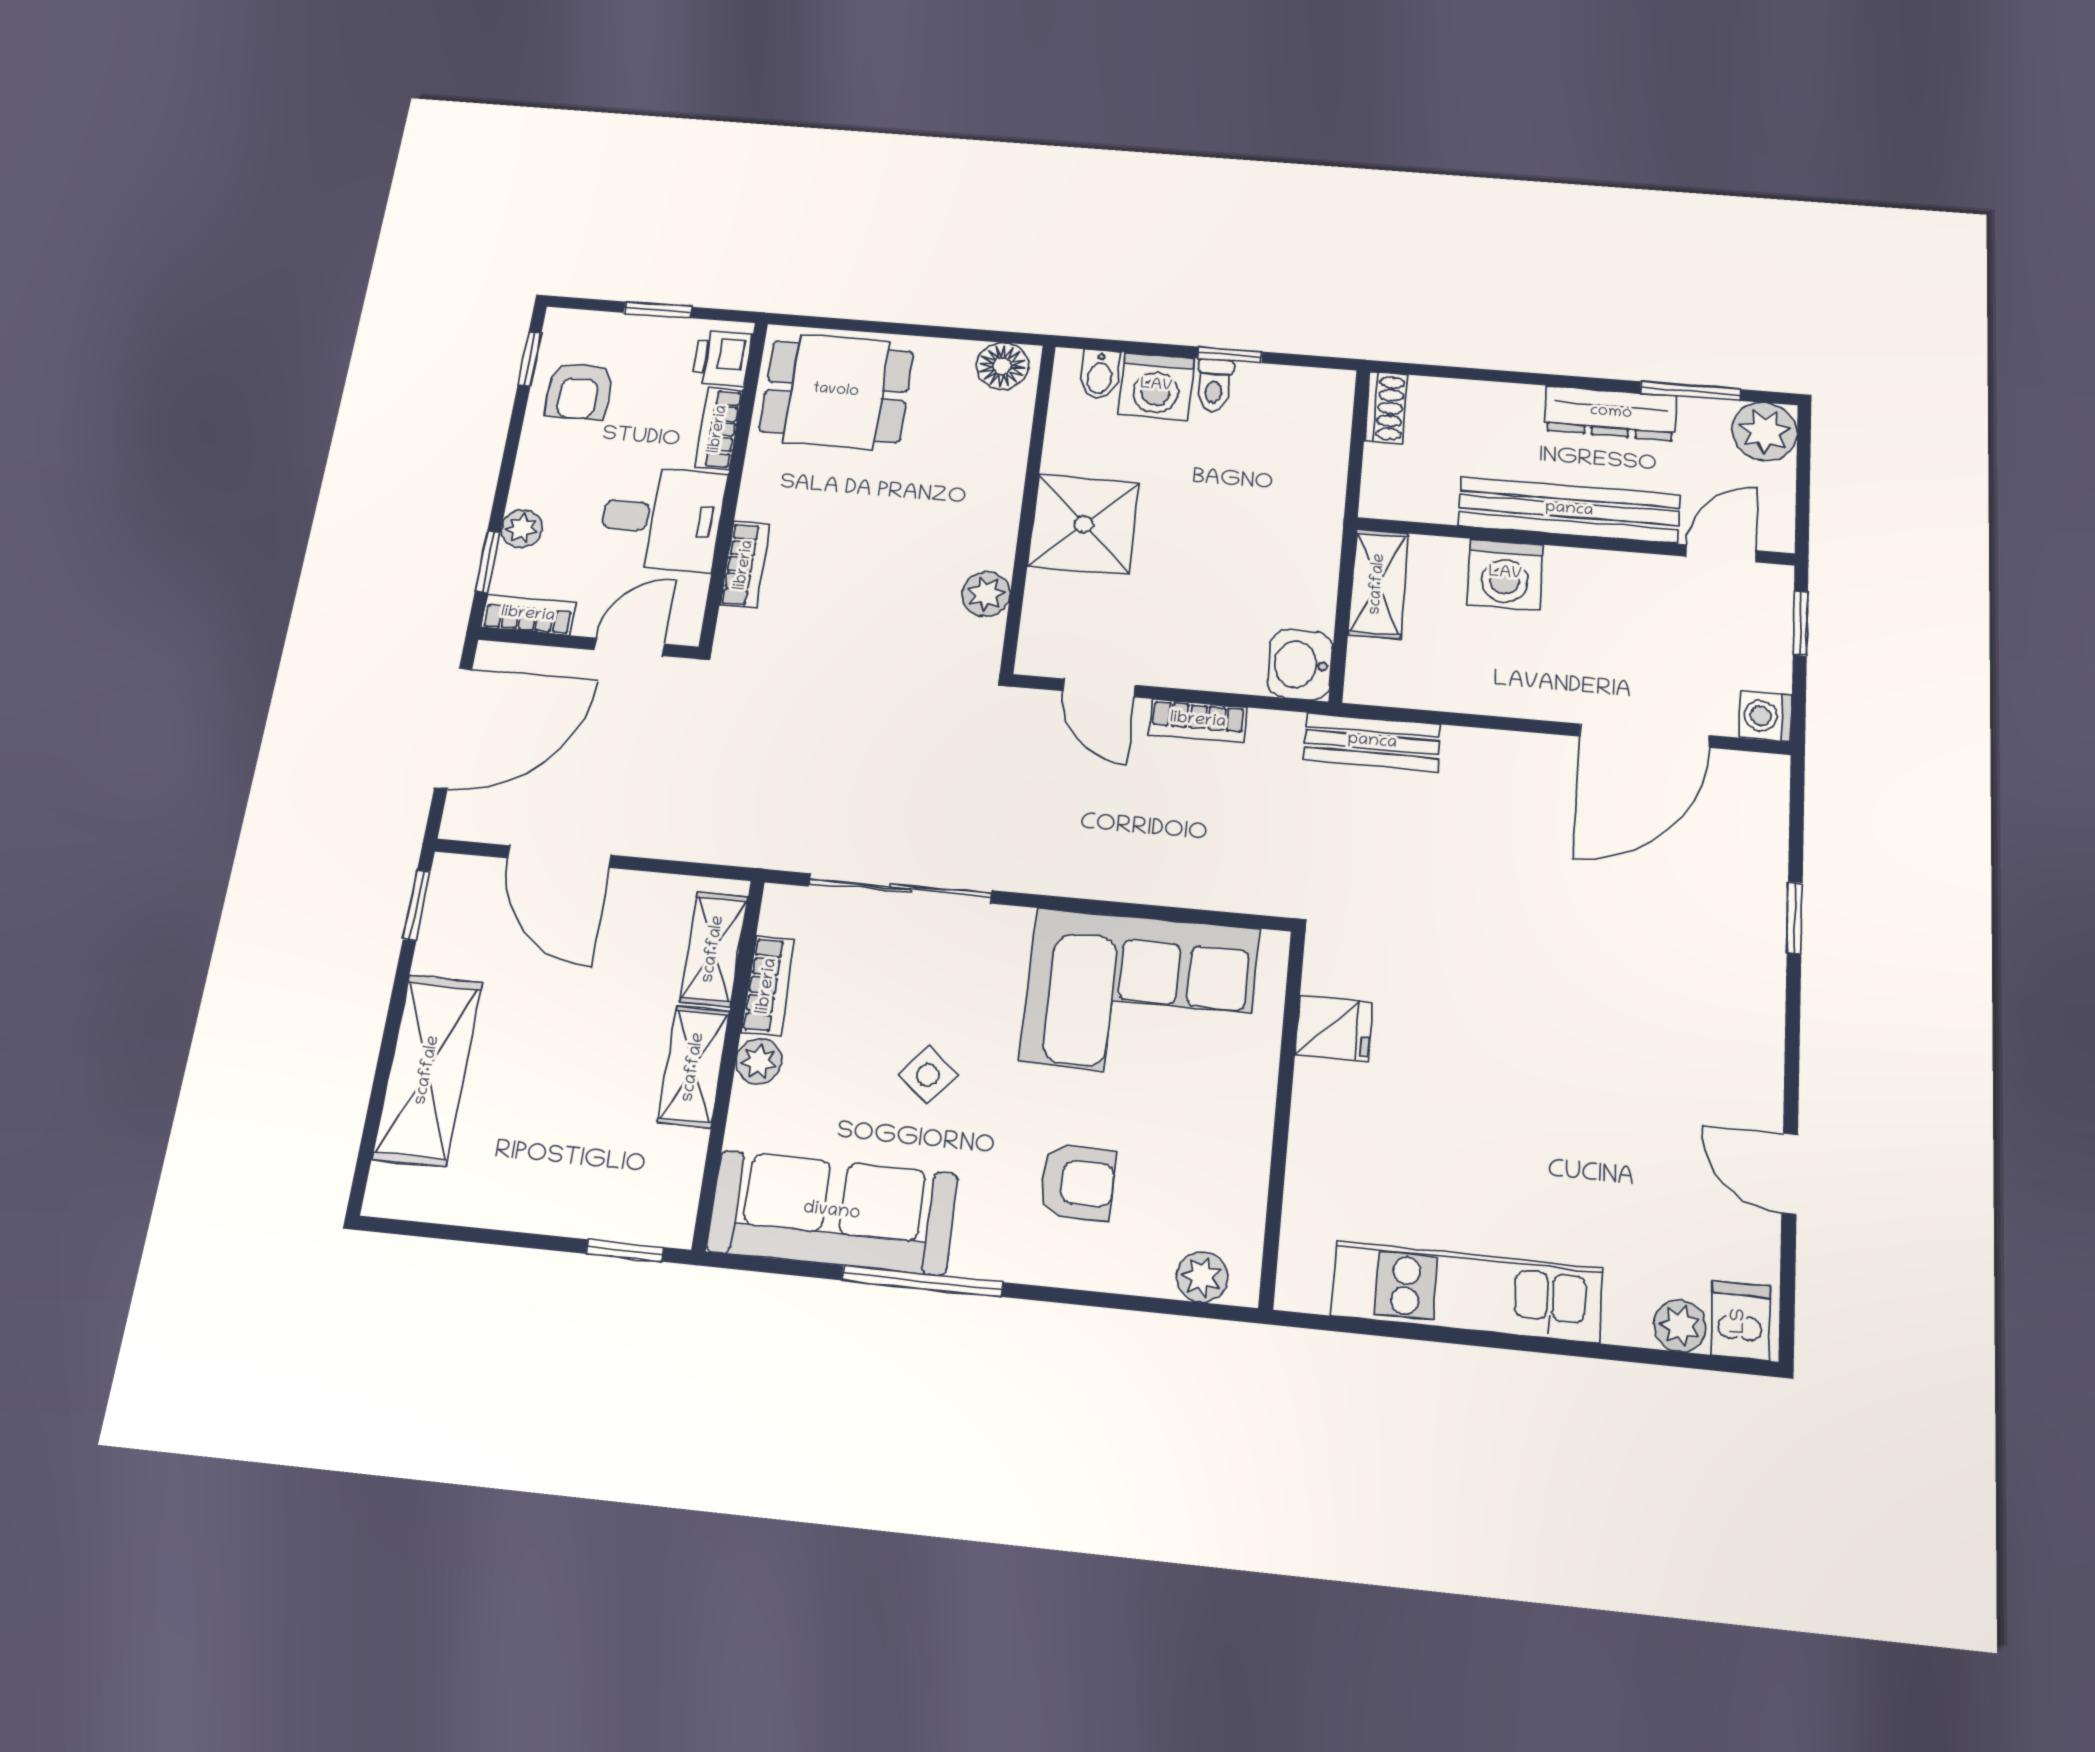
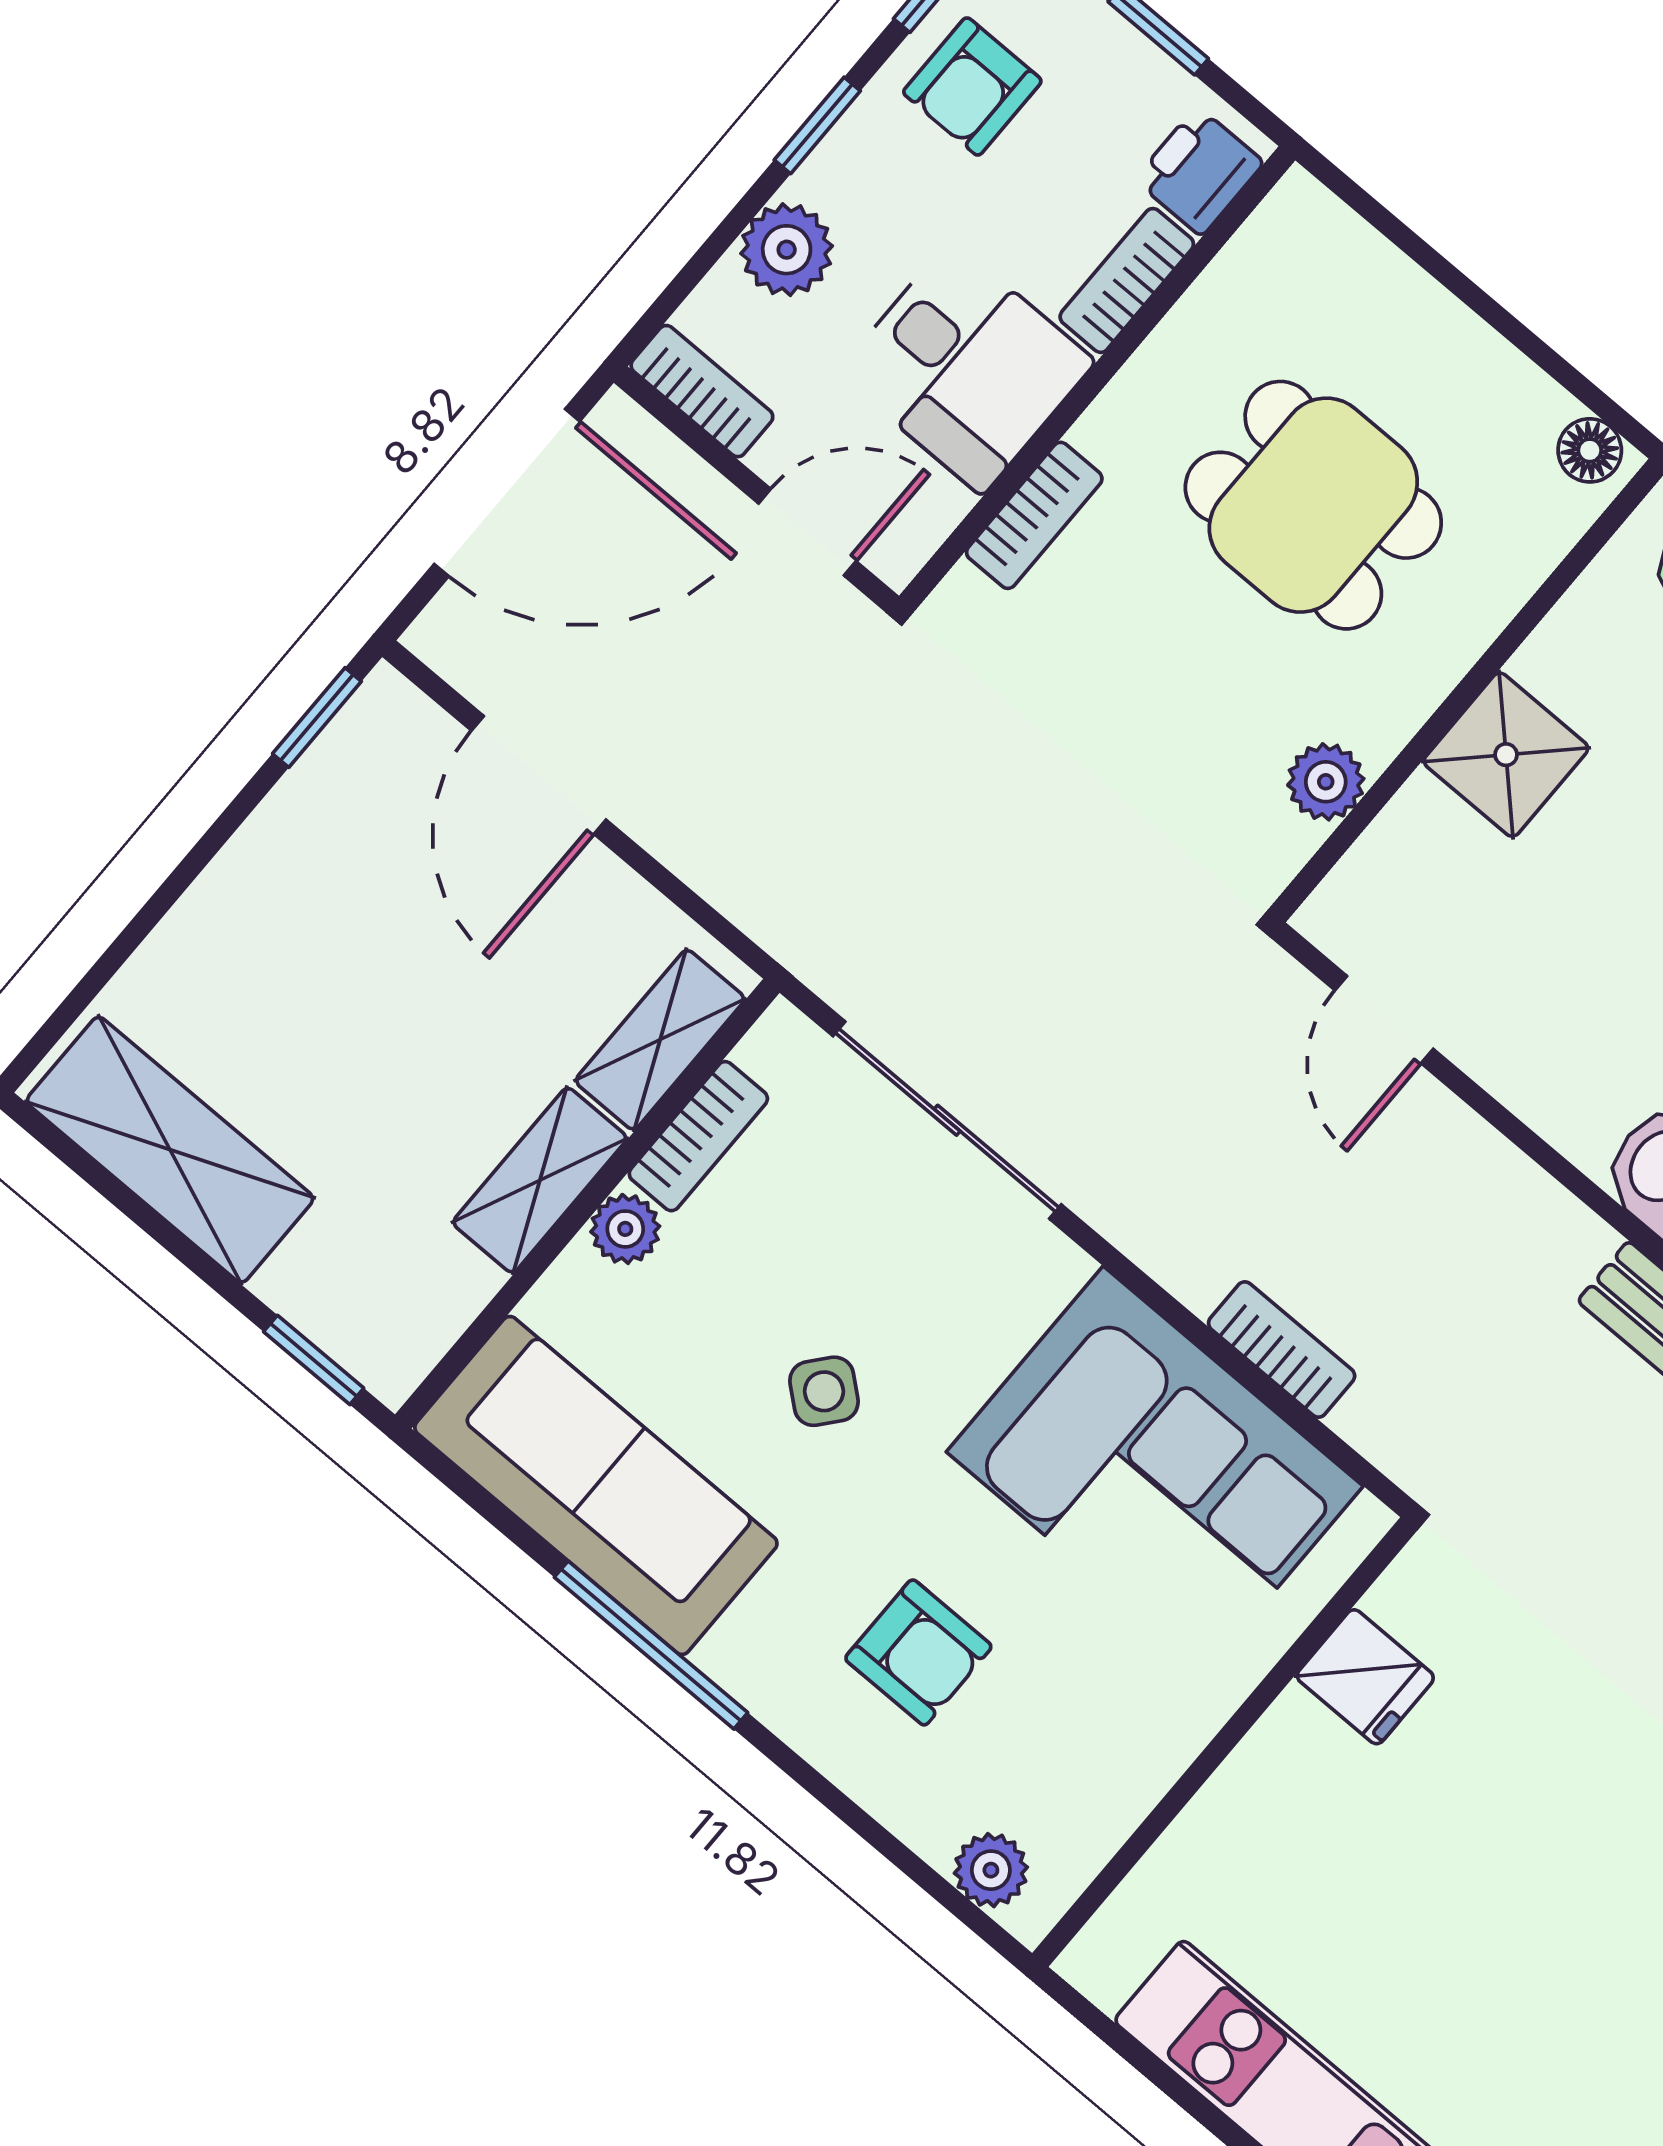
floor lamp: (1002, 366) -> (1590, 450), width x0.73, depth x0.73
dining table: (836, 391) -> (1313, 505), moved
shower: (1084, 524) -> (1506, 755), width x0.73, depth x0.73
plant: (522, 528) -> (787, 250), width x1.38, depth x1.38
window: (488, 562) -> (817, 125), moved
bookcase: (1198, 721) -> (1282, 1350), moved, turned 180
shelving: (428, 1070) -> (170, 1150), moved, turned 90

